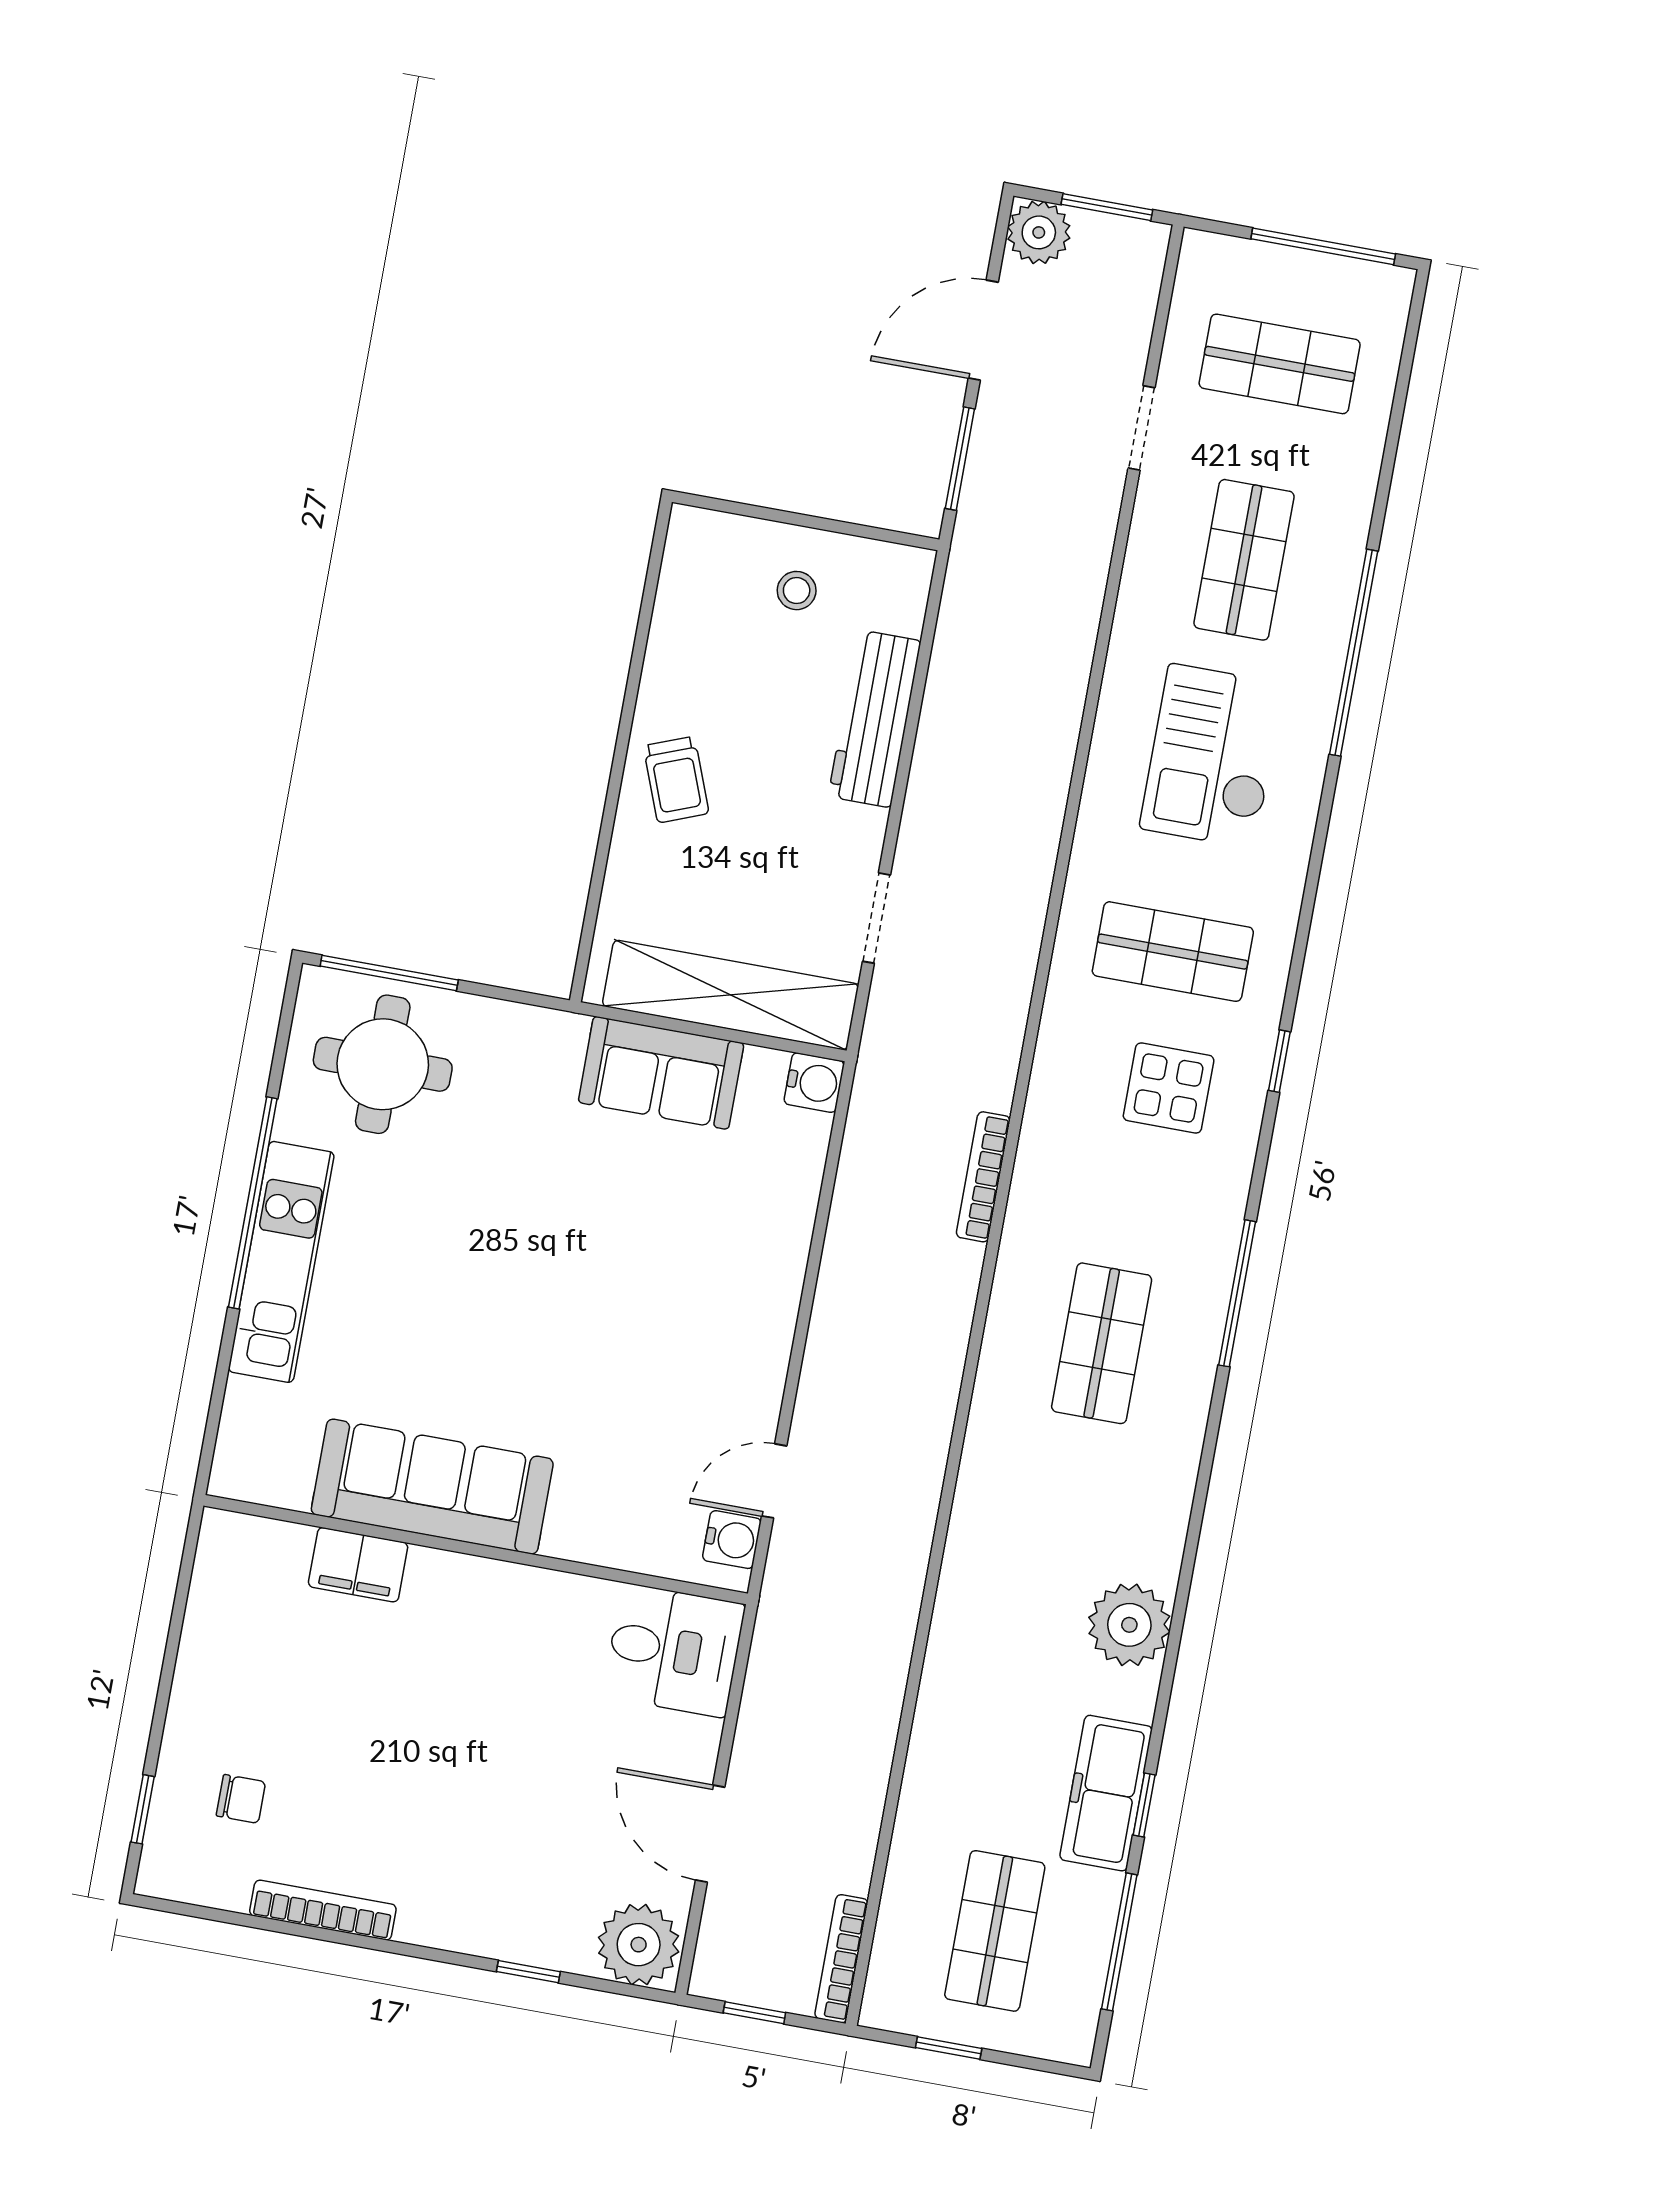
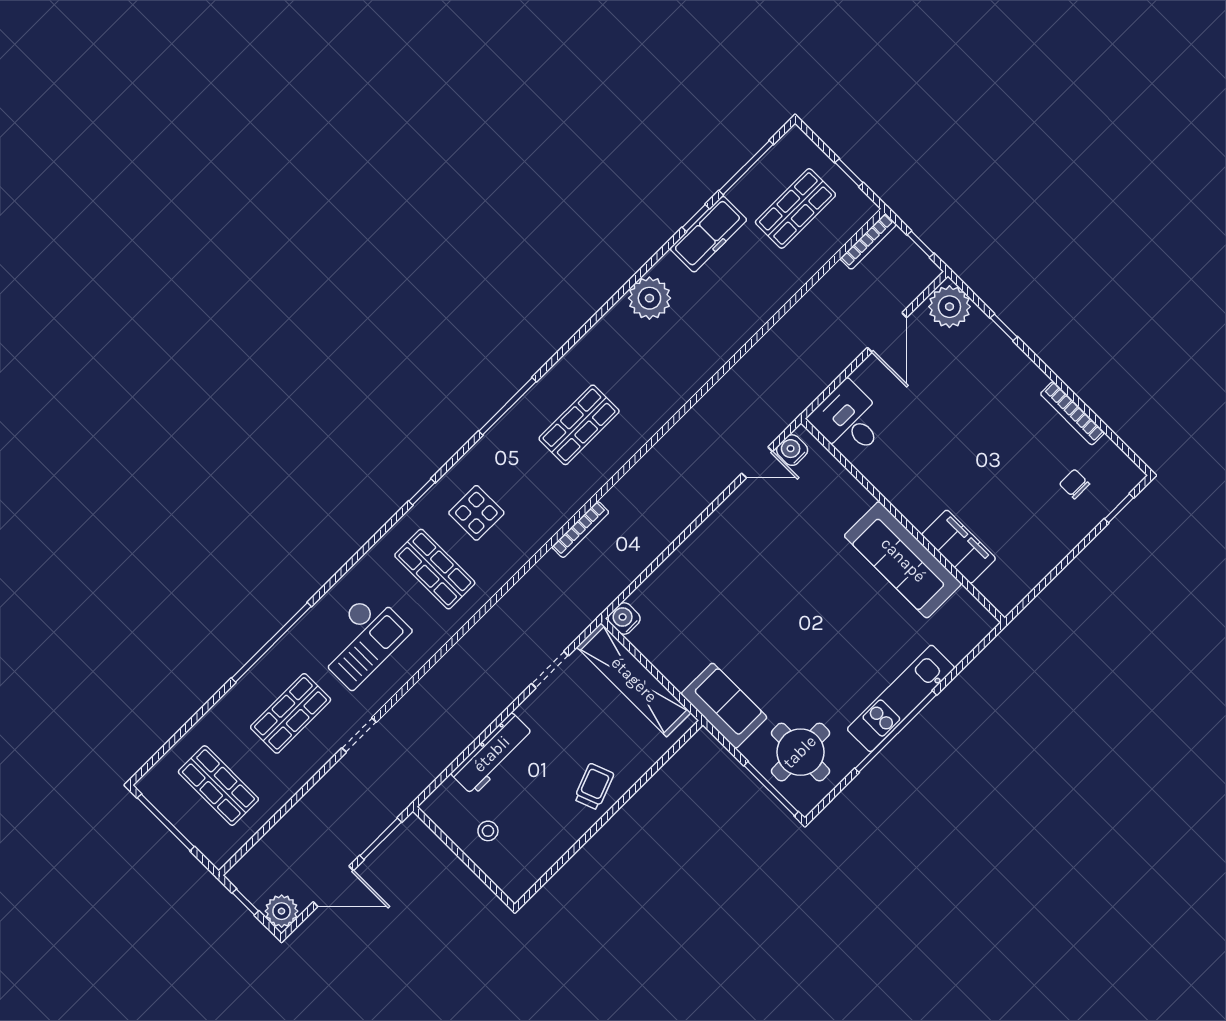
window: (1107, 207) -> (245, 902), width x0.67
doorway: (1142, 428) -> (359, 735), moved
sofa: (661, 1073) -> (724, 706), moved
filing cabinet: (358, 1565) -> (959, 547), width x1.50, depth x1.17

